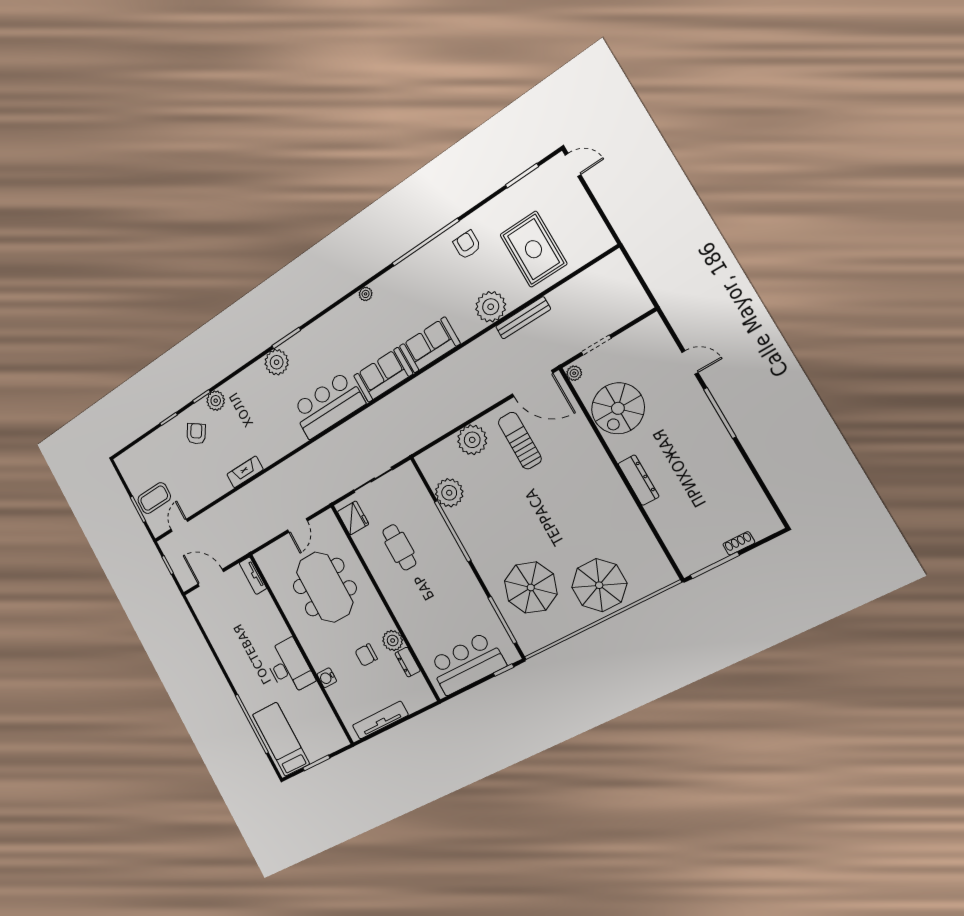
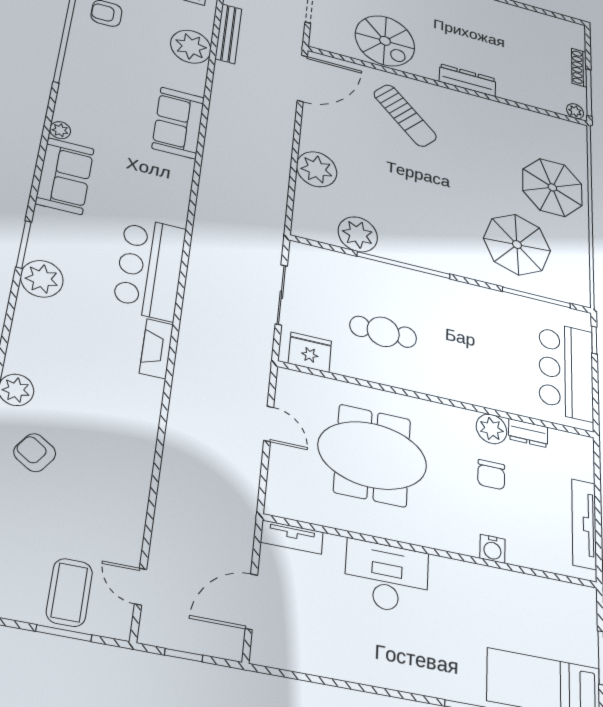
plant: (574, 373) -> (575, 111), moved
sofa: (383, 375) -> (65, 176), moved, turned 180
sun lounger: (520, 441) -> (405, 116), moved, turned -136
fireplace: (245, 472) -> (156, 349), moved
shoe rack: (739, 543) -> (579, 68), width x1.43
desk: (289, 667) -> (387, 577), moved

